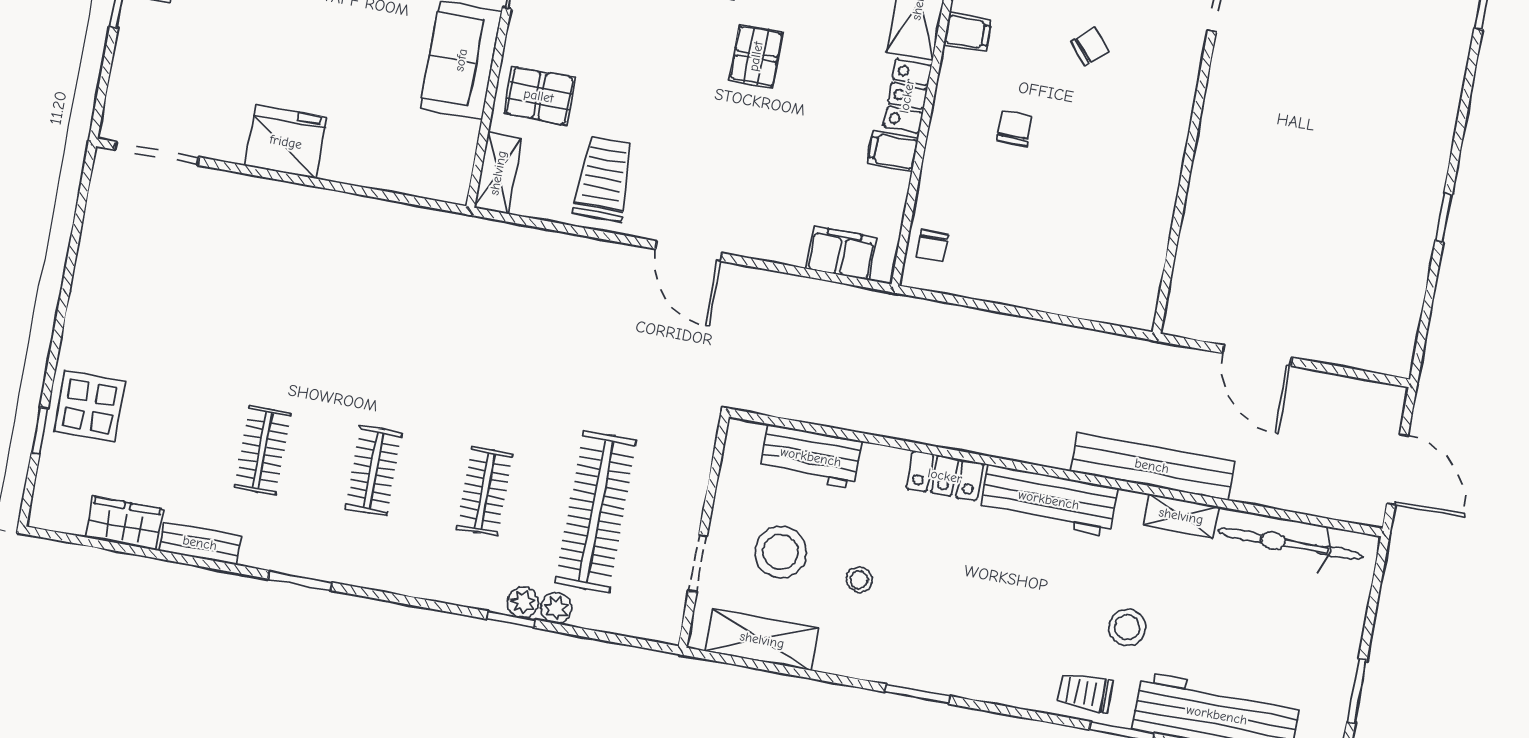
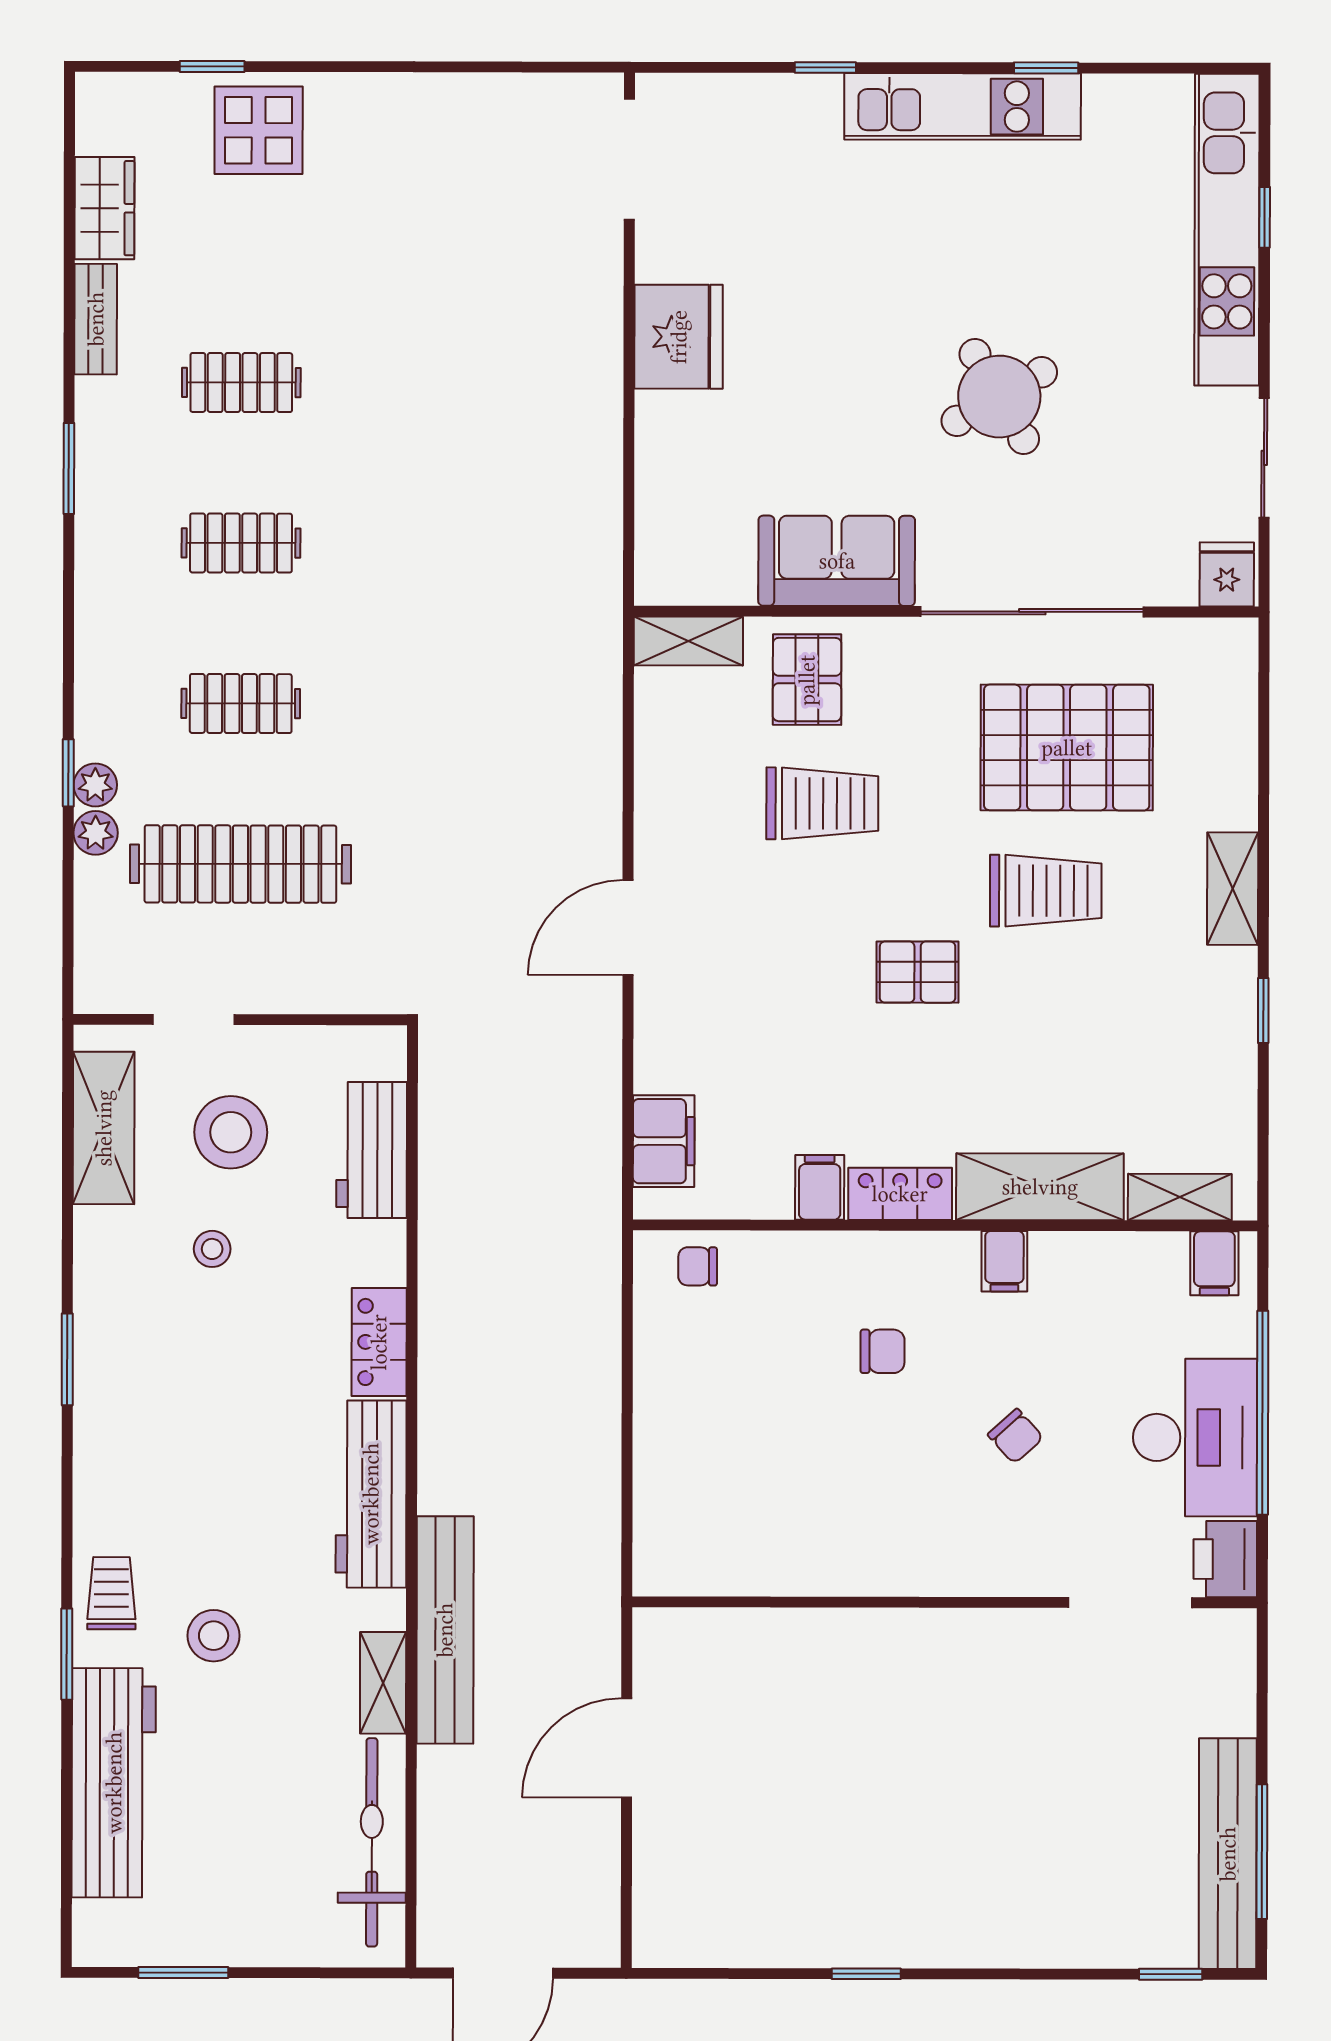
trolley: (604, 179) -> (822, 803), moved

